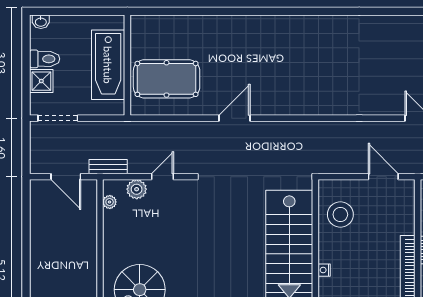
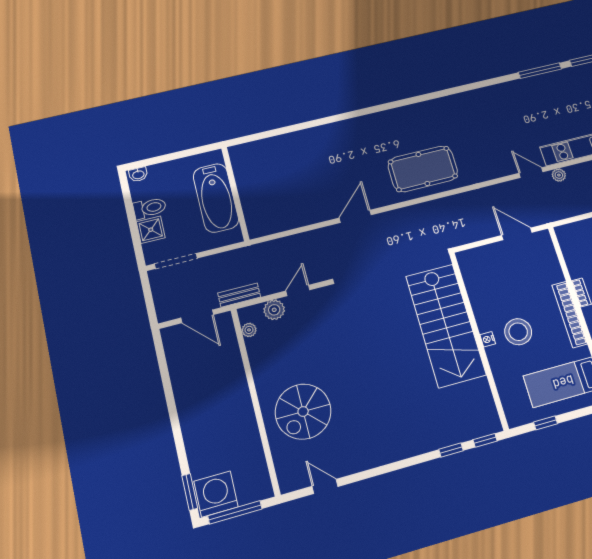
pool table: (167, 79) -> (423, 169), moved
stool: (340, 214) -> (518, 332), moved

